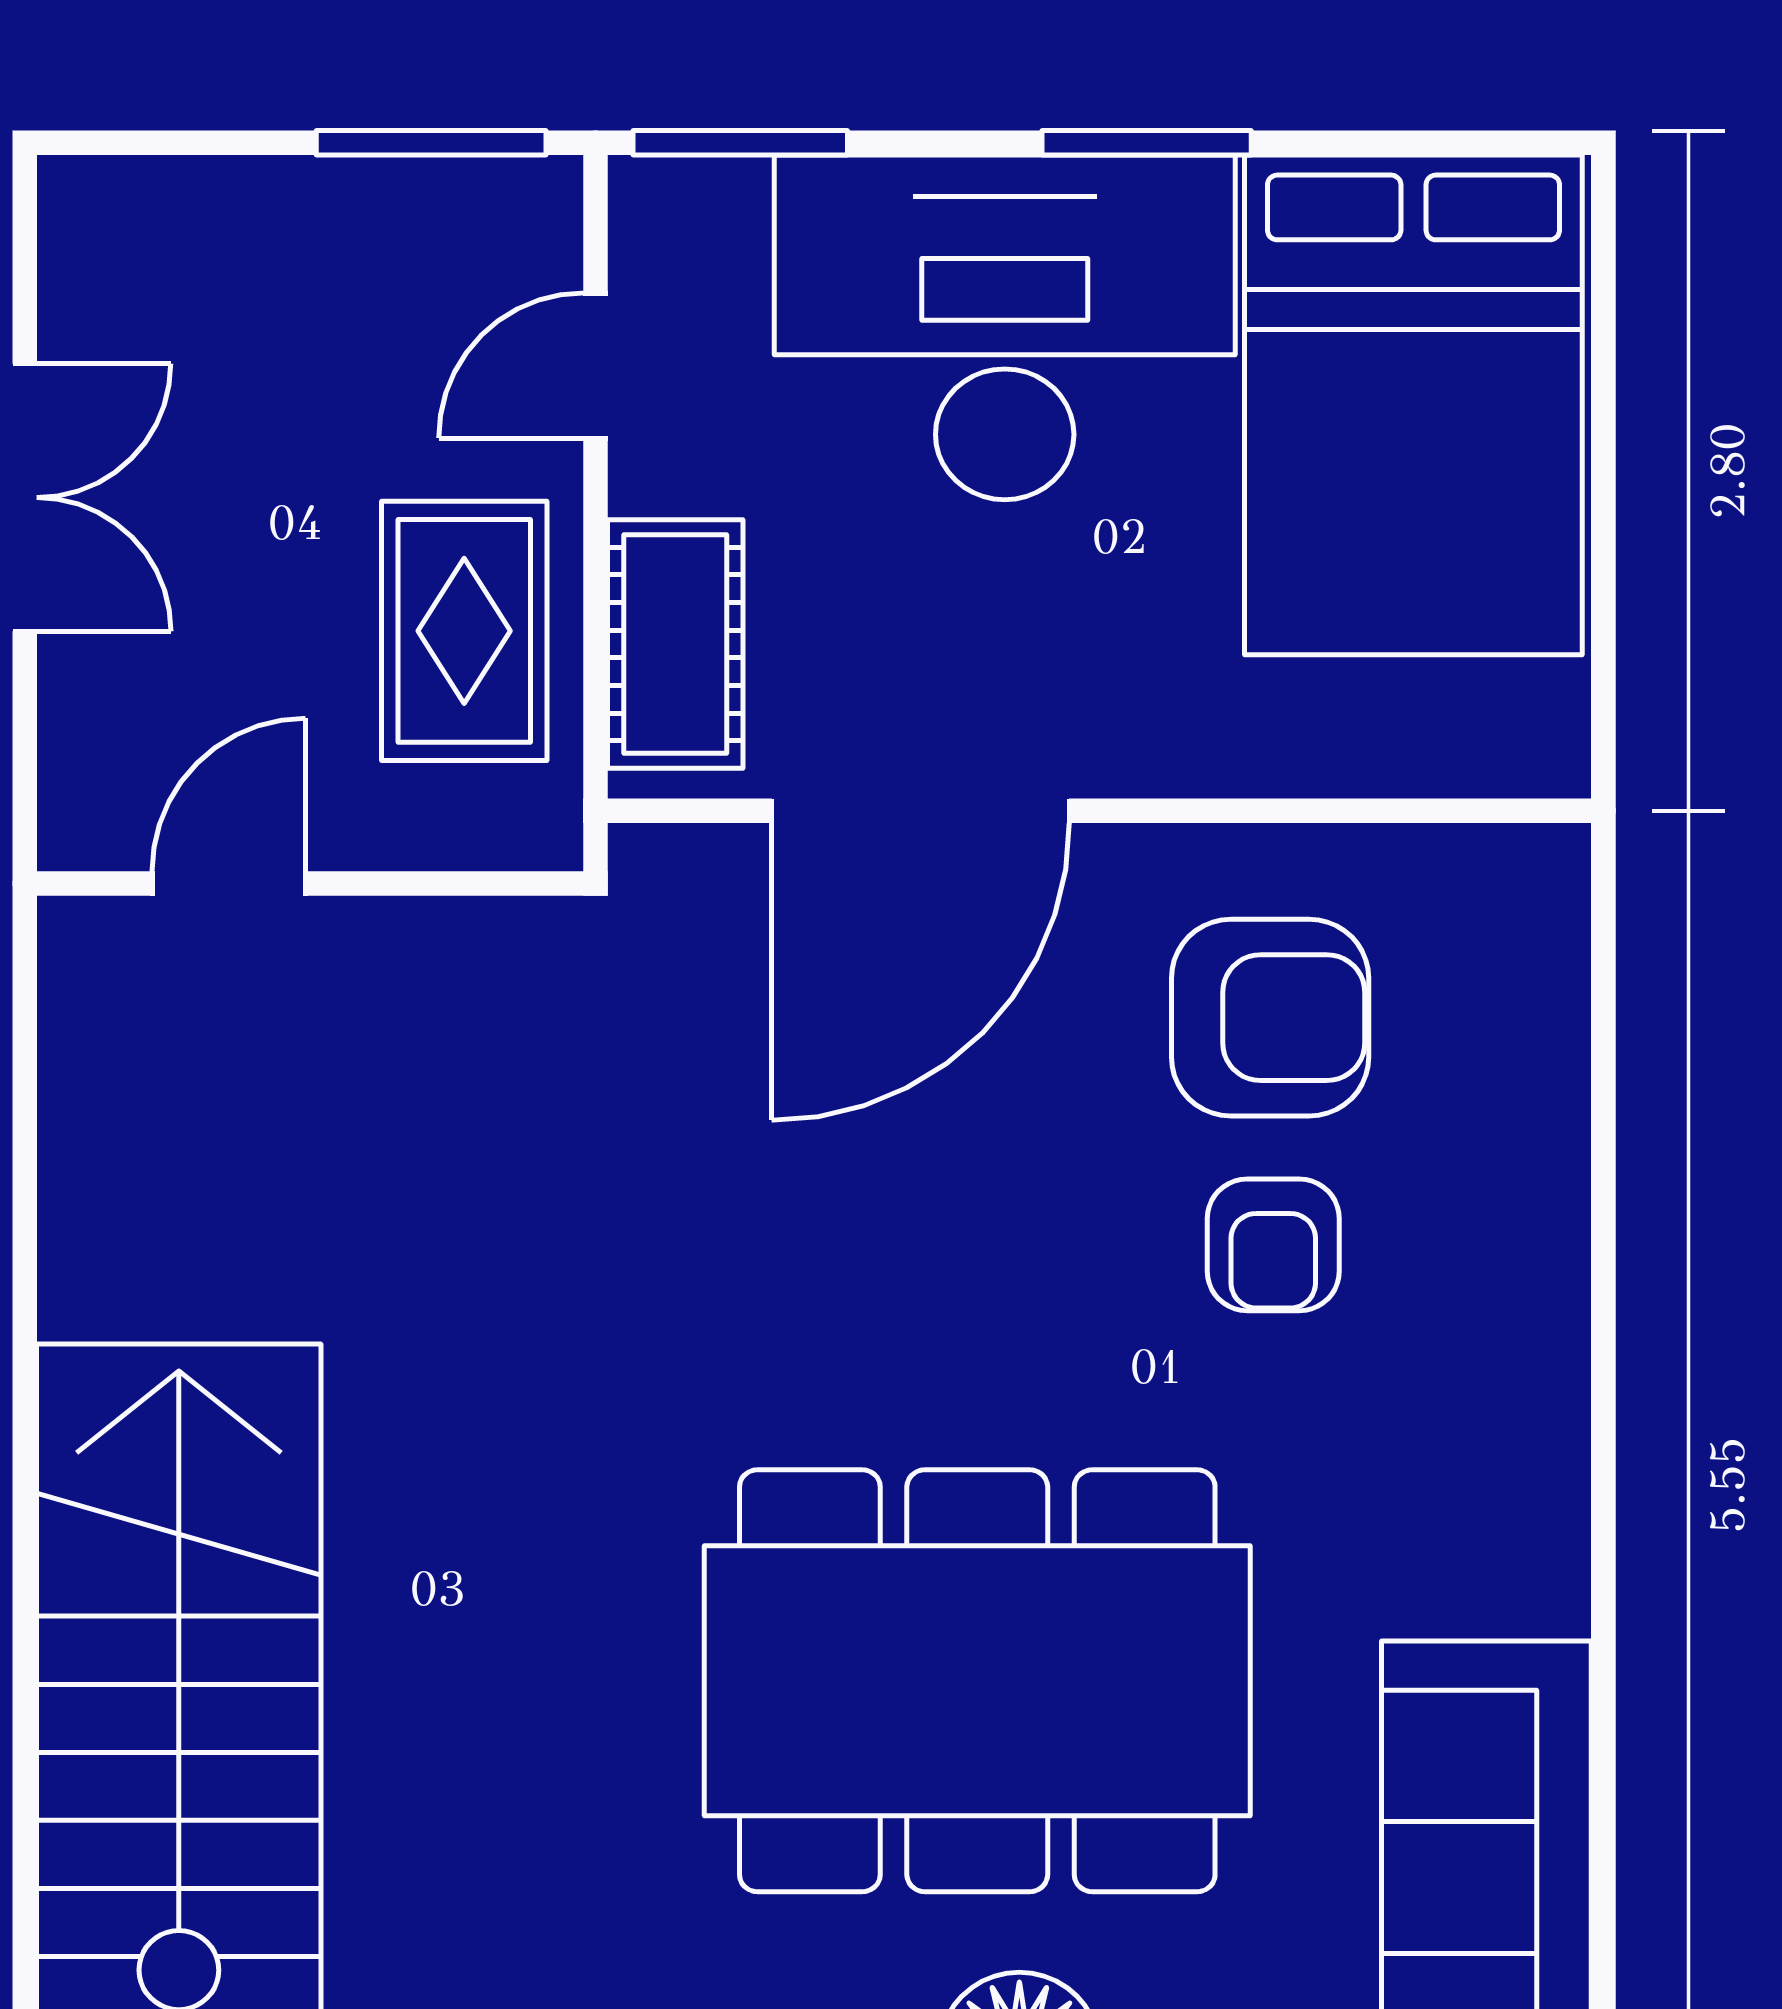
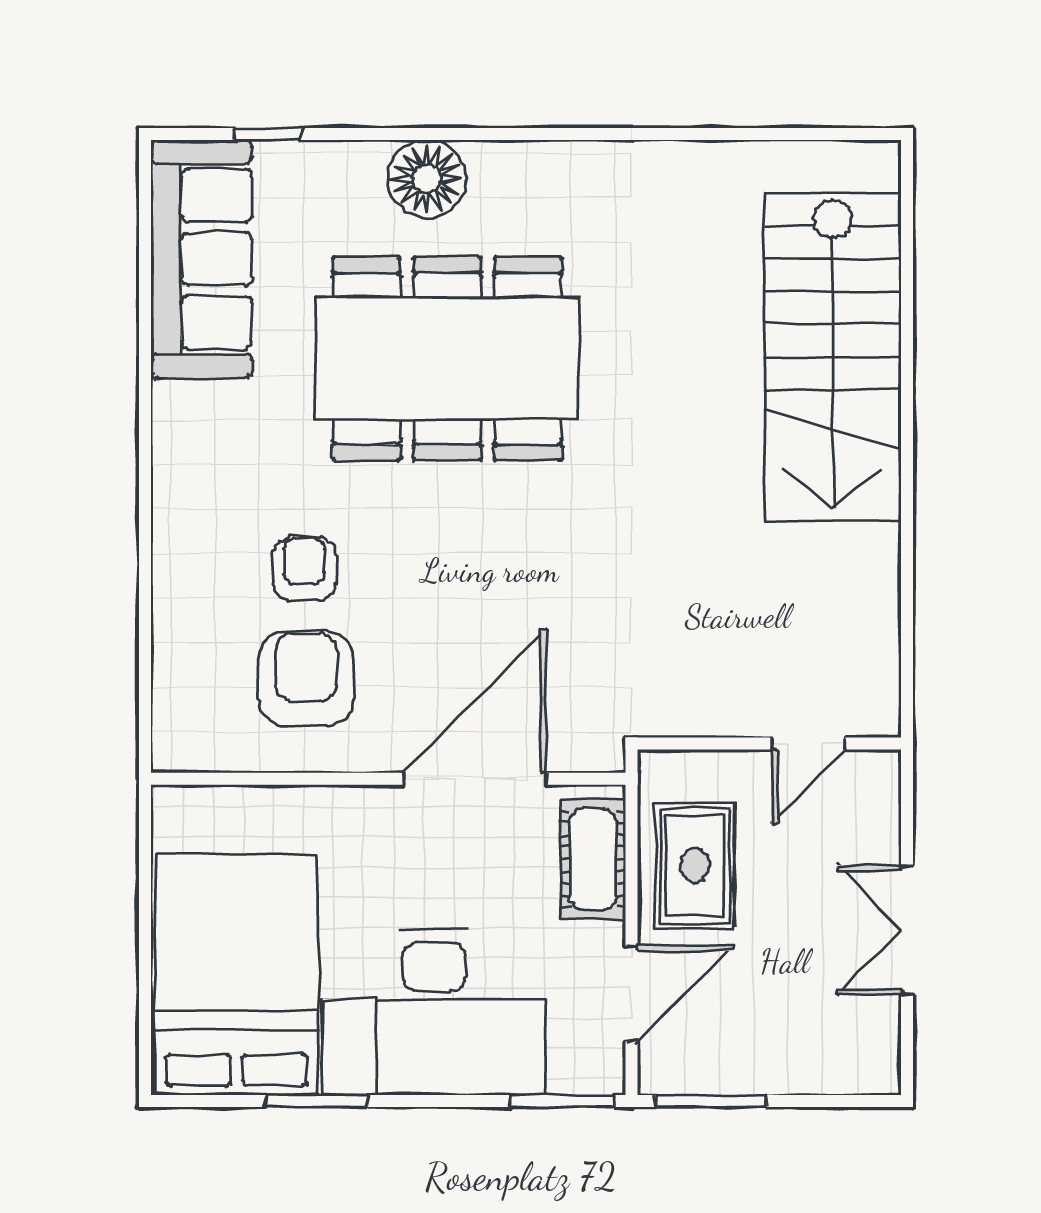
window: (1147, 143) -> (317, 1101), moved
door: (596, 366) -> (632, 994), width x1.38
armchair: (1270, 1018) -> (306, 679), turned 90

